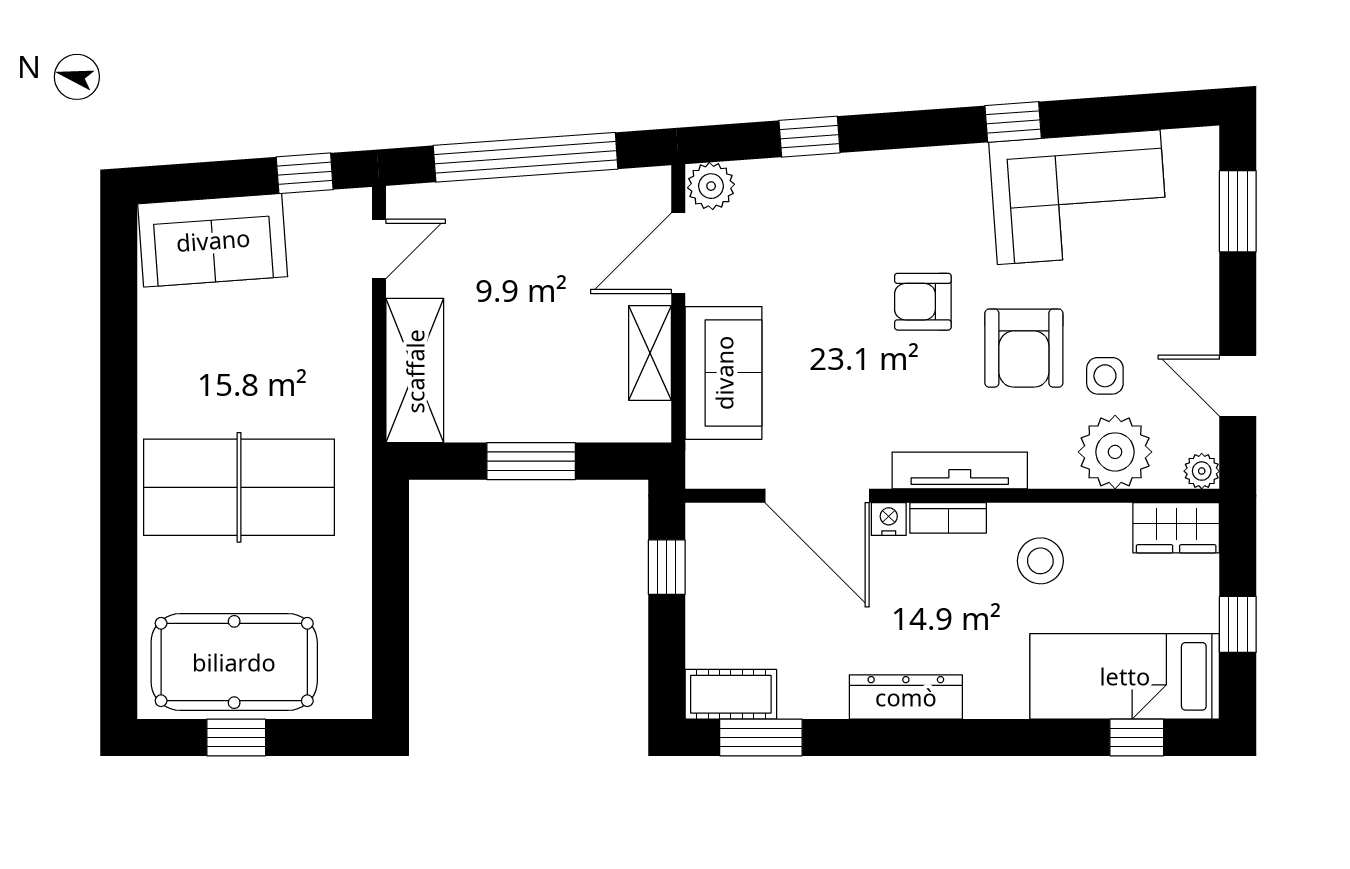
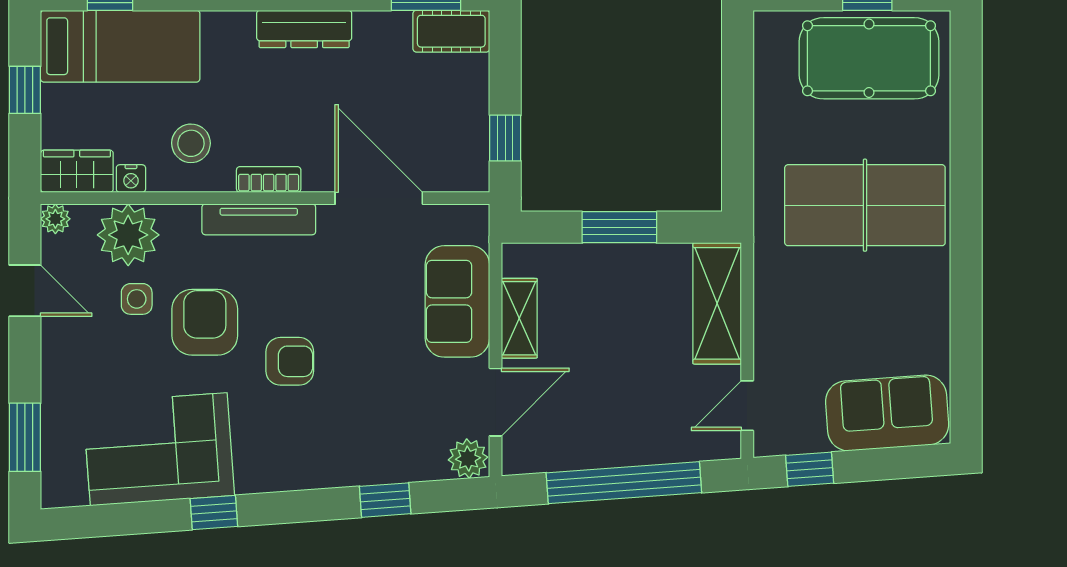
nightstand: (889, 519) -> (131, 179), moved

